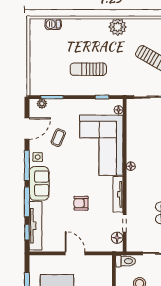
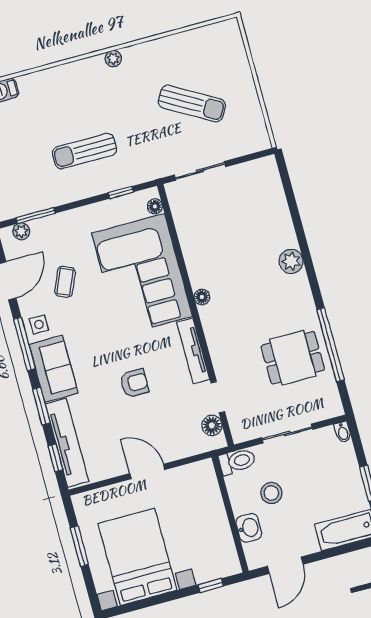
plant: (118, 27) -> (113, 59), width x0.53, depth x0.53
window: (27, 202) -> (41, 406), width x0.69
armchair: (81, 203) -> (134, 383), turned 180

